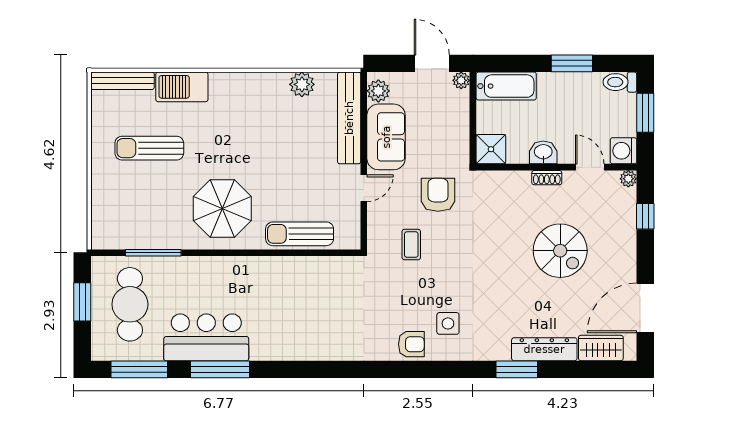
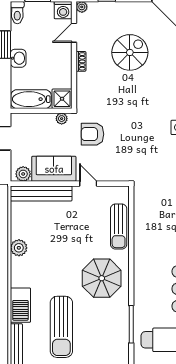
plant: (461, 80) -> (62, 119), moved
plant: (302, 84) -> (19, 248), moved
bathtub: (506, 86) -> (31, 99), moved, turned -90
sun lounger: (149, 148) -> (61, 327), width x1.36, depth x1.34
washbasin: (543, 152) -> (18, 58), moved, turned 180
coffee table: (411, 245) -> (126, 152), removed

